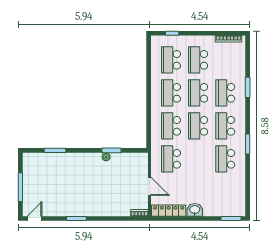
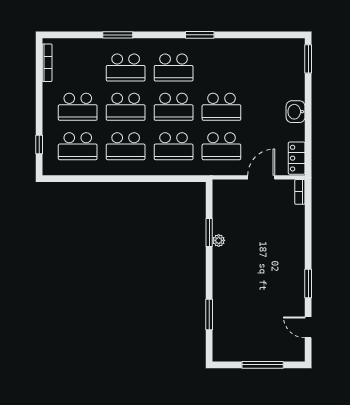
school desk: (225, 159) -> (221, 107), moved
locker: (169, 211) -> (297, 158), width x0.66
door: (35, 218) -> (308, 327), moved

